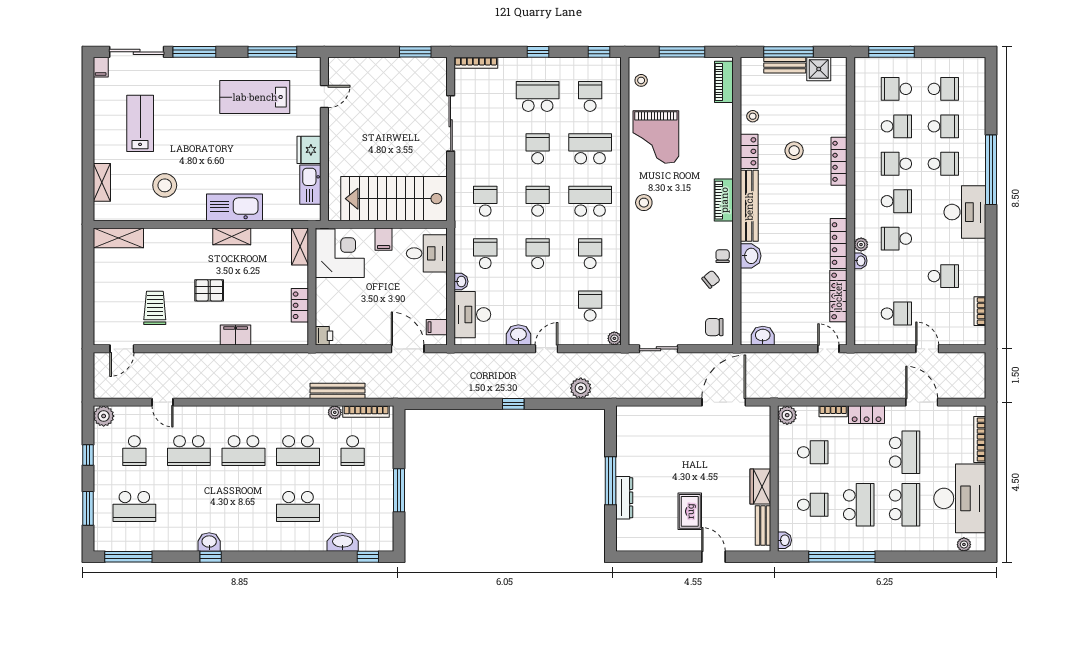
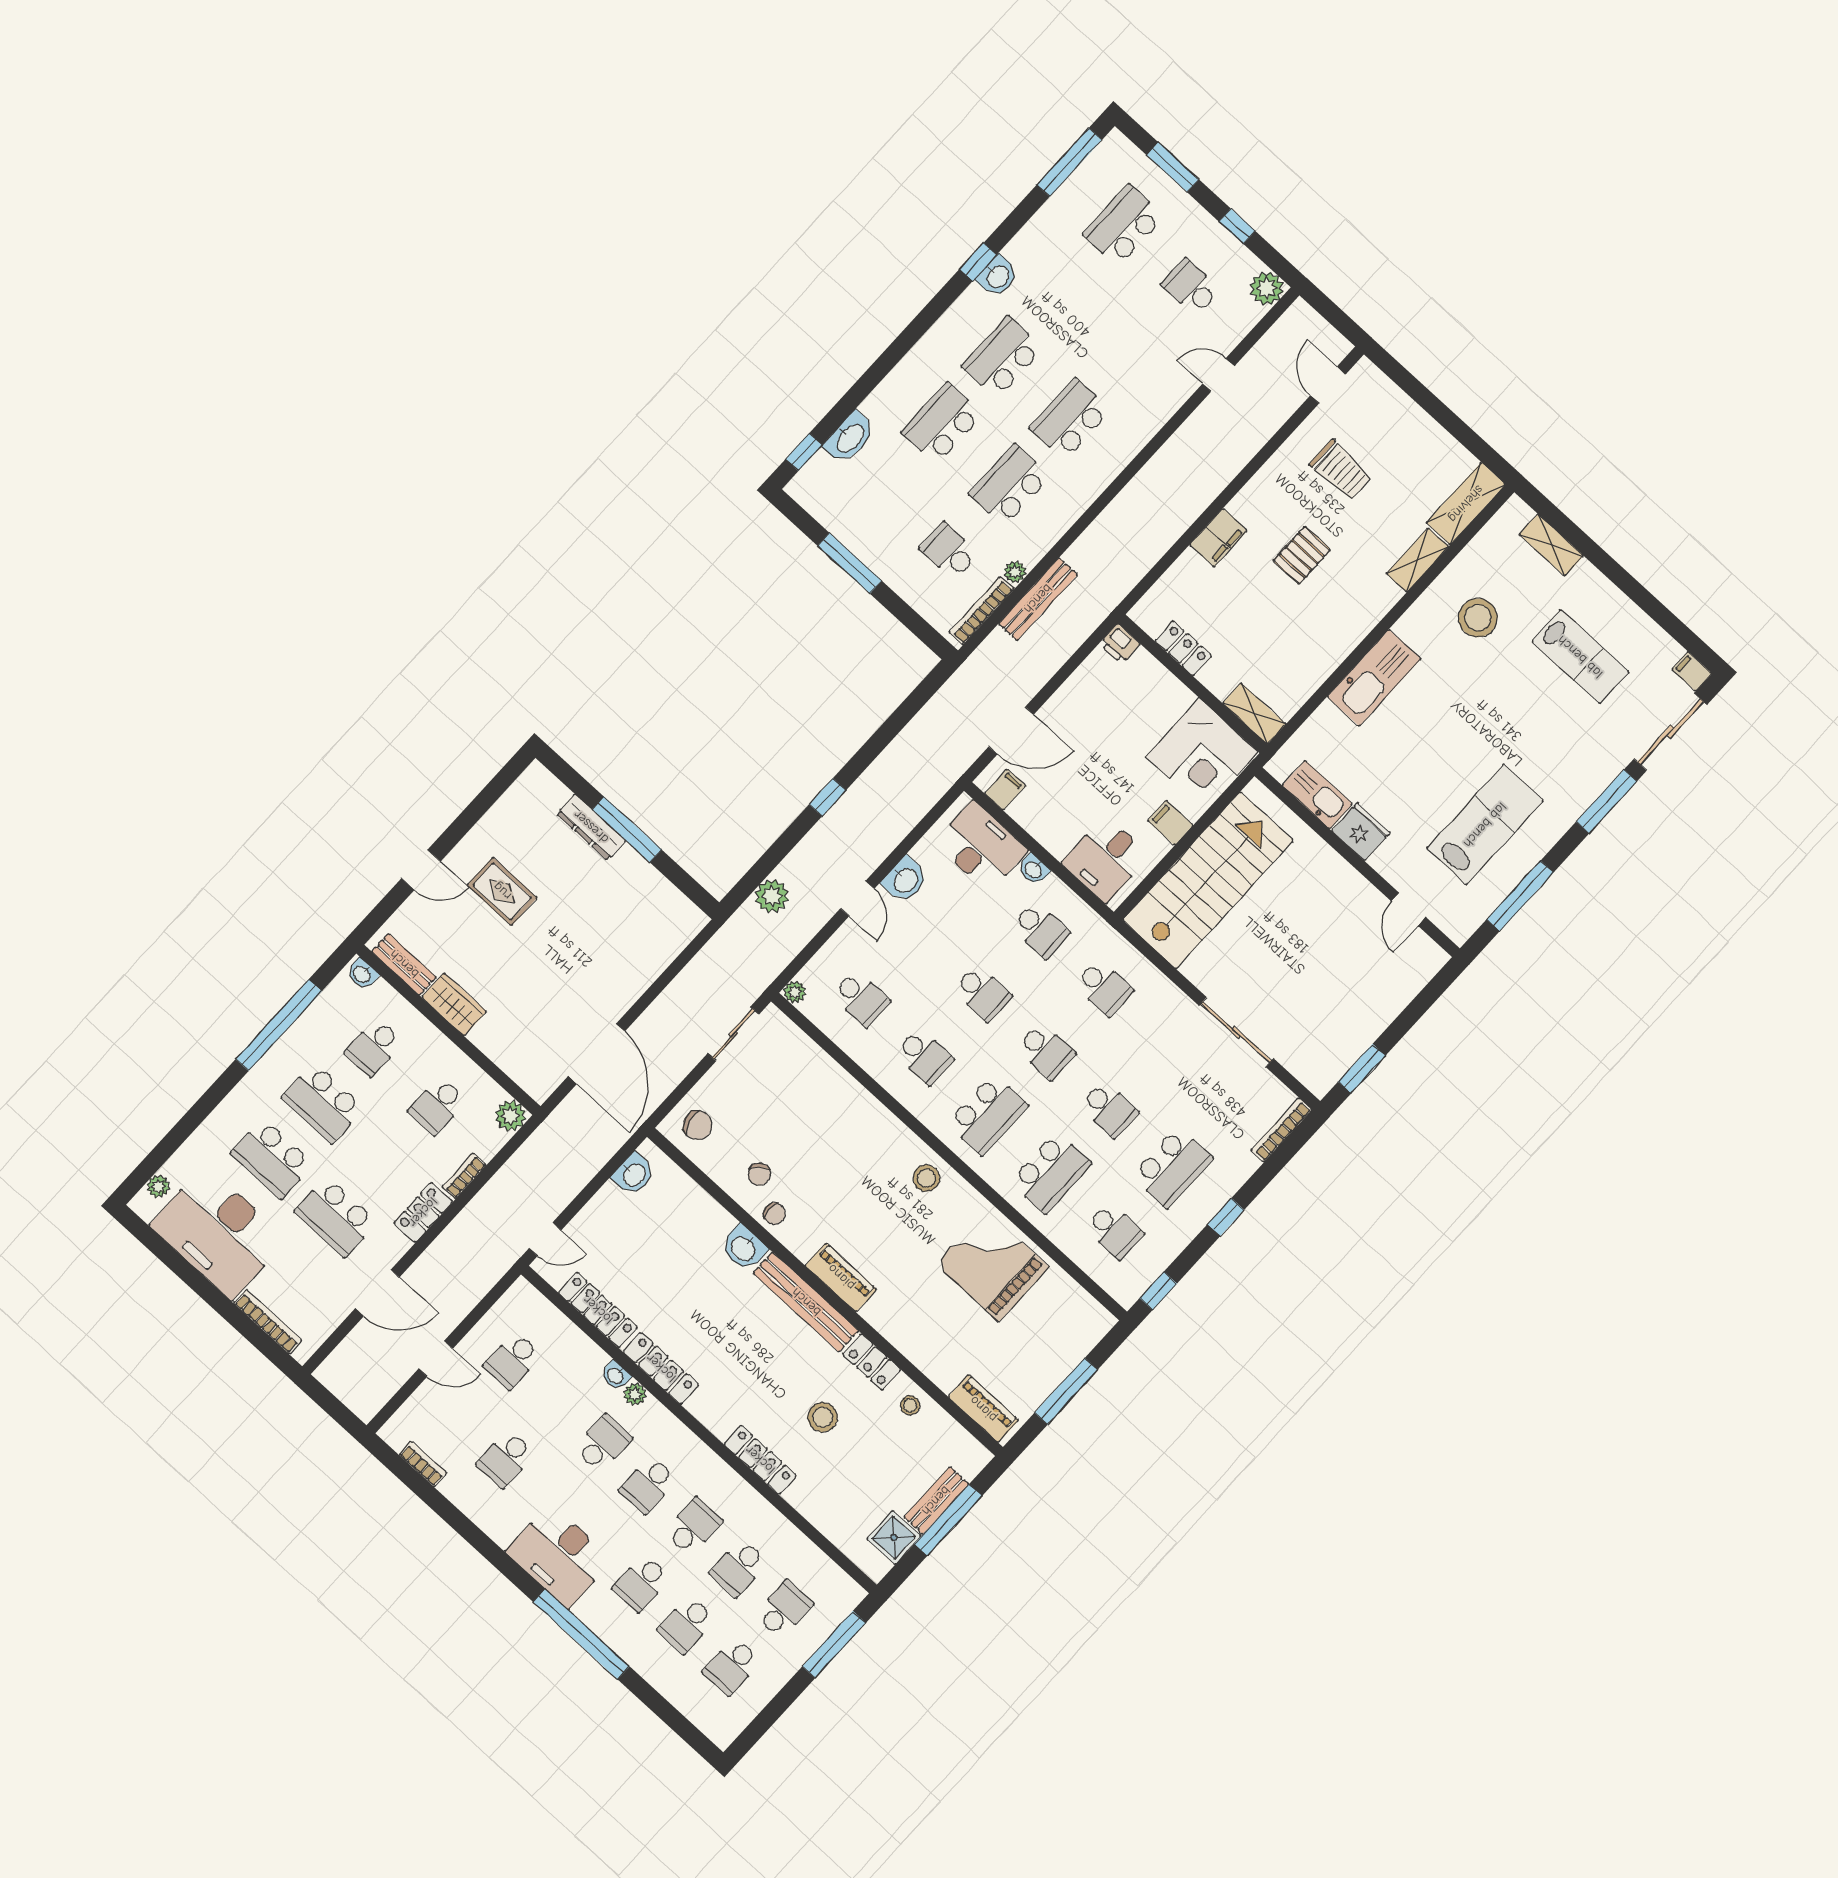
stool: (641, 80) -> (1077, 1310), removed
shelving: (232, 236) -> (1417, 560), moved
chair: (714, 327) -> (698, 1125), turned 74
school desk: (189, 451) -> (1003, 357), moved

